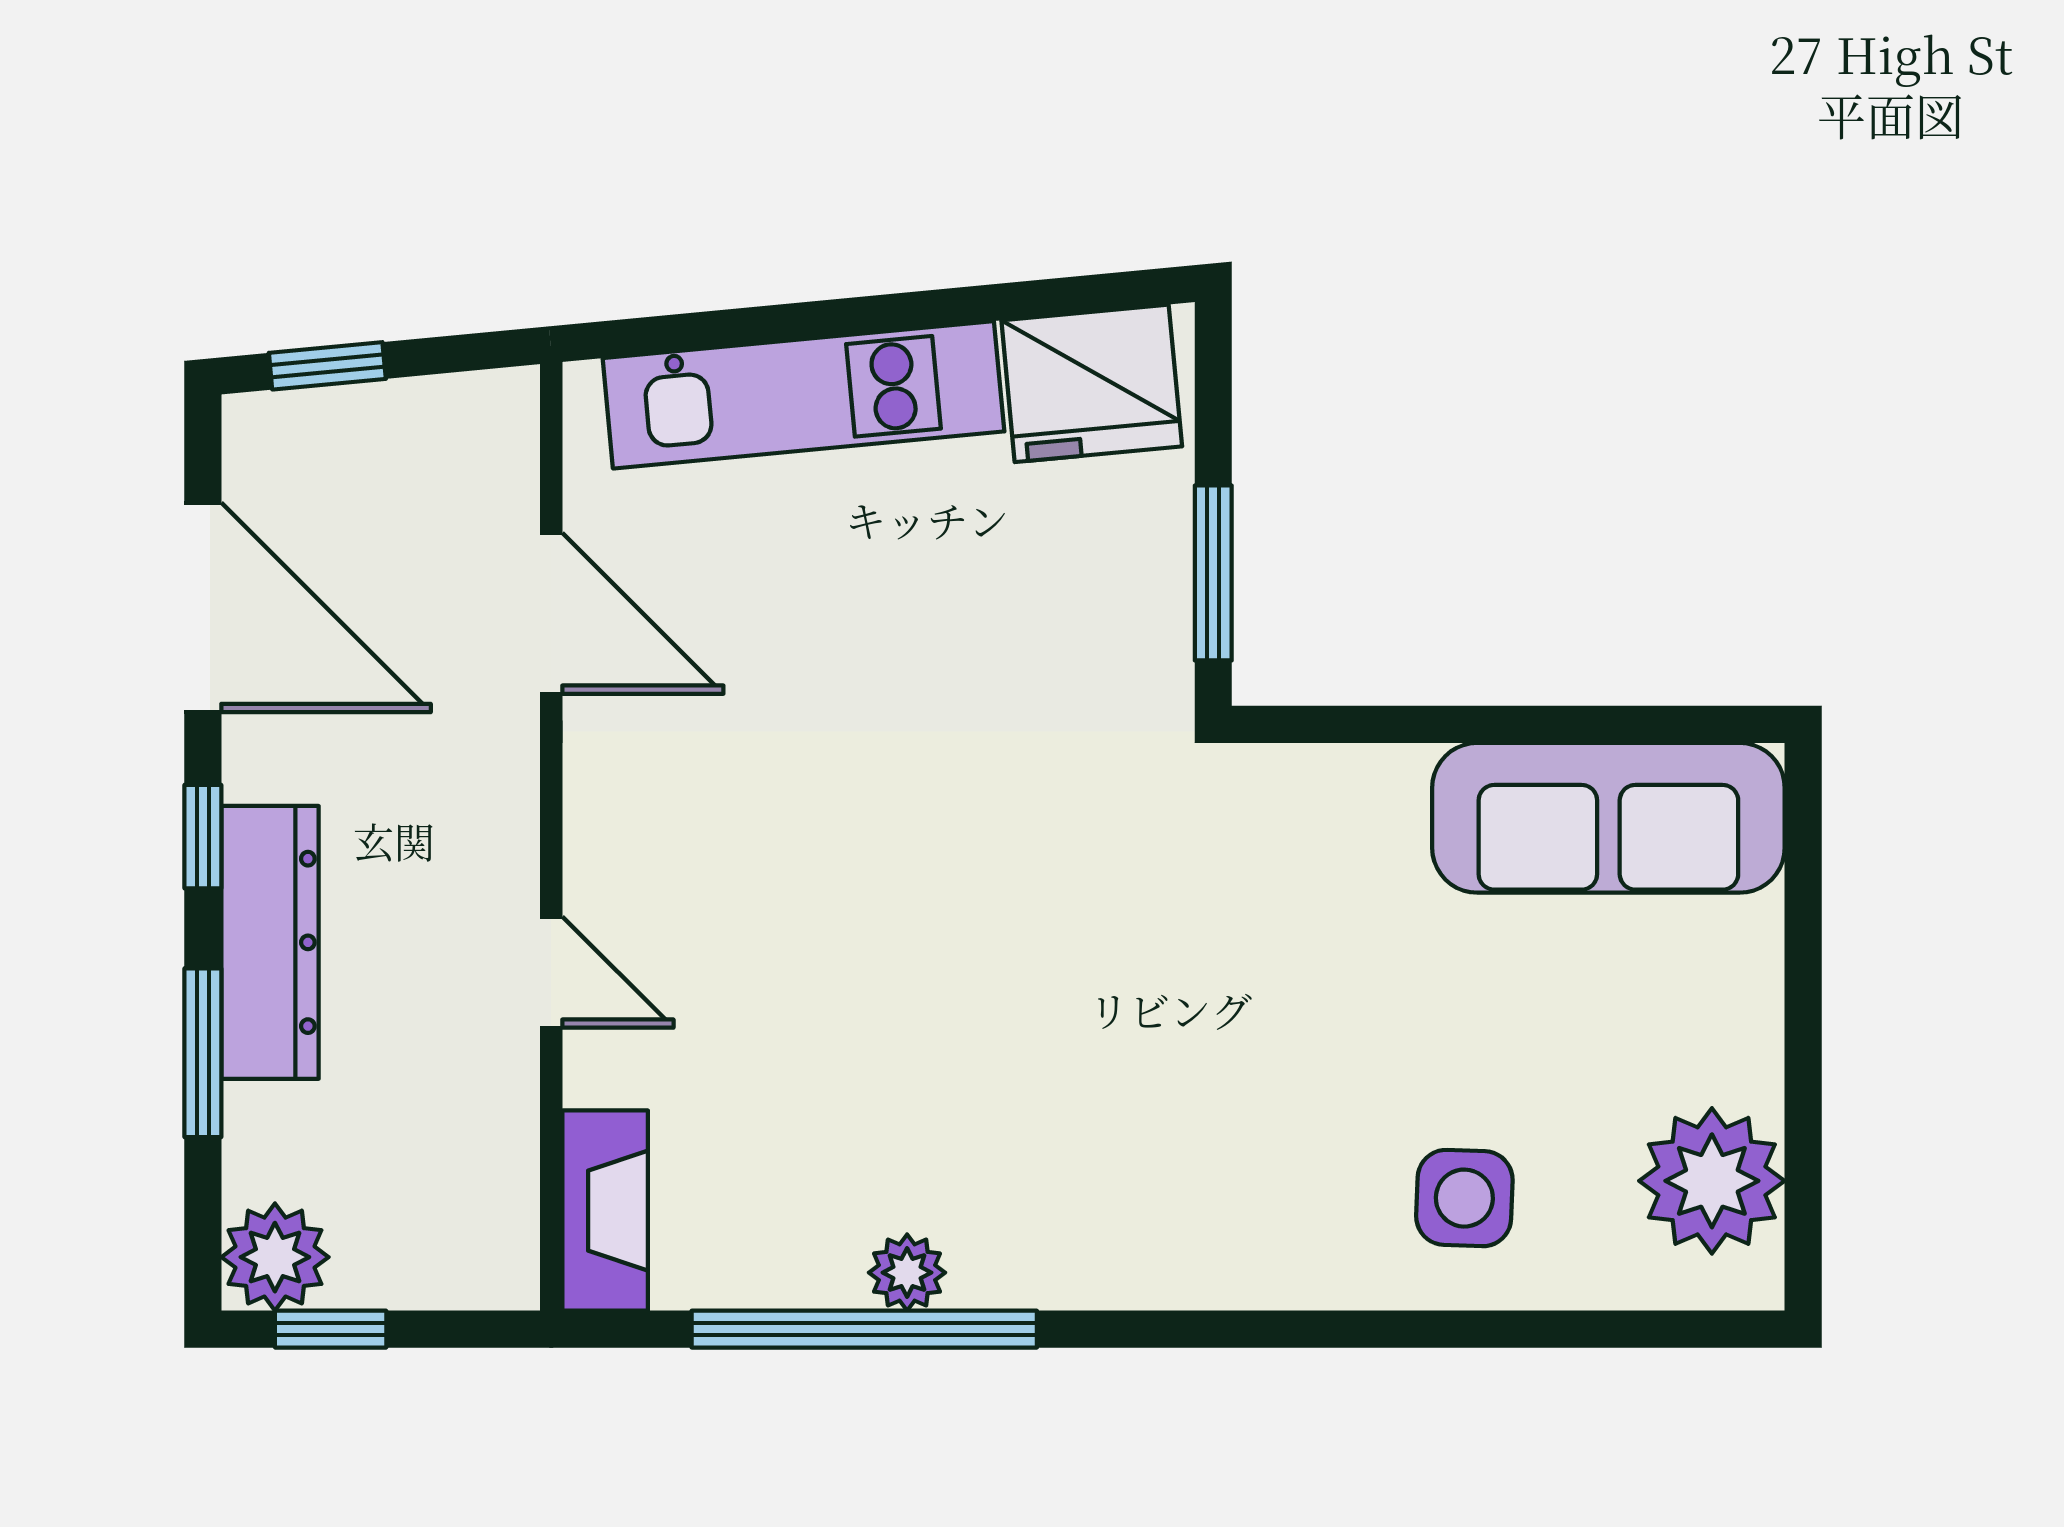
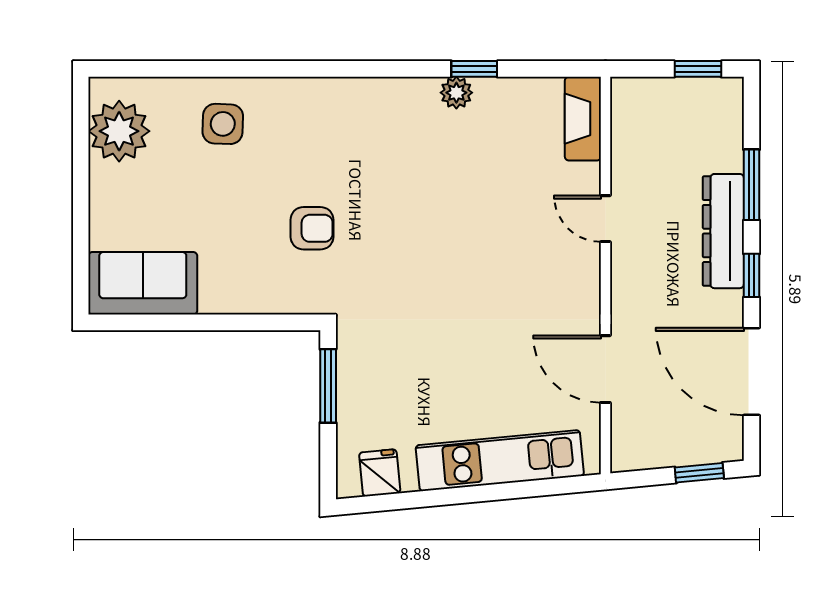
fridge: (1092, 383) -> (380, 473), width x0.53, depth x0.75
sofa: (1608, 818) -> (143, 283), width x0.73
armchair: (1252, 949) -> (312, 228), added
plant: (275, 1257) -> (721, 99), removed
window: (864, 1329) -> (474, 69), width x0.32

